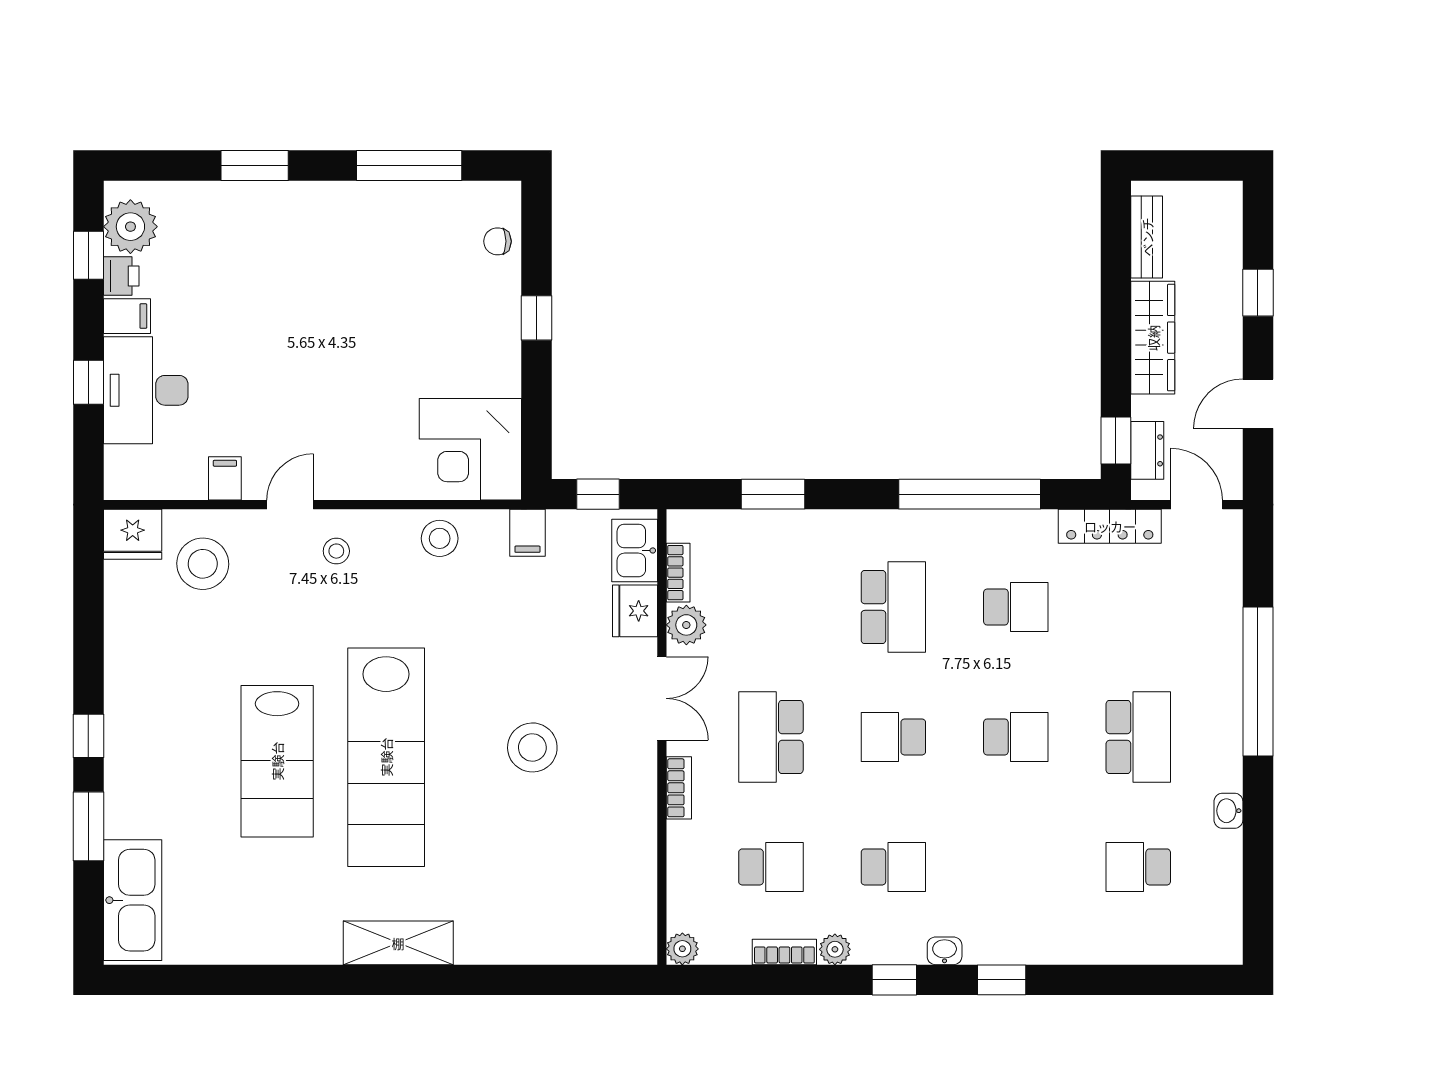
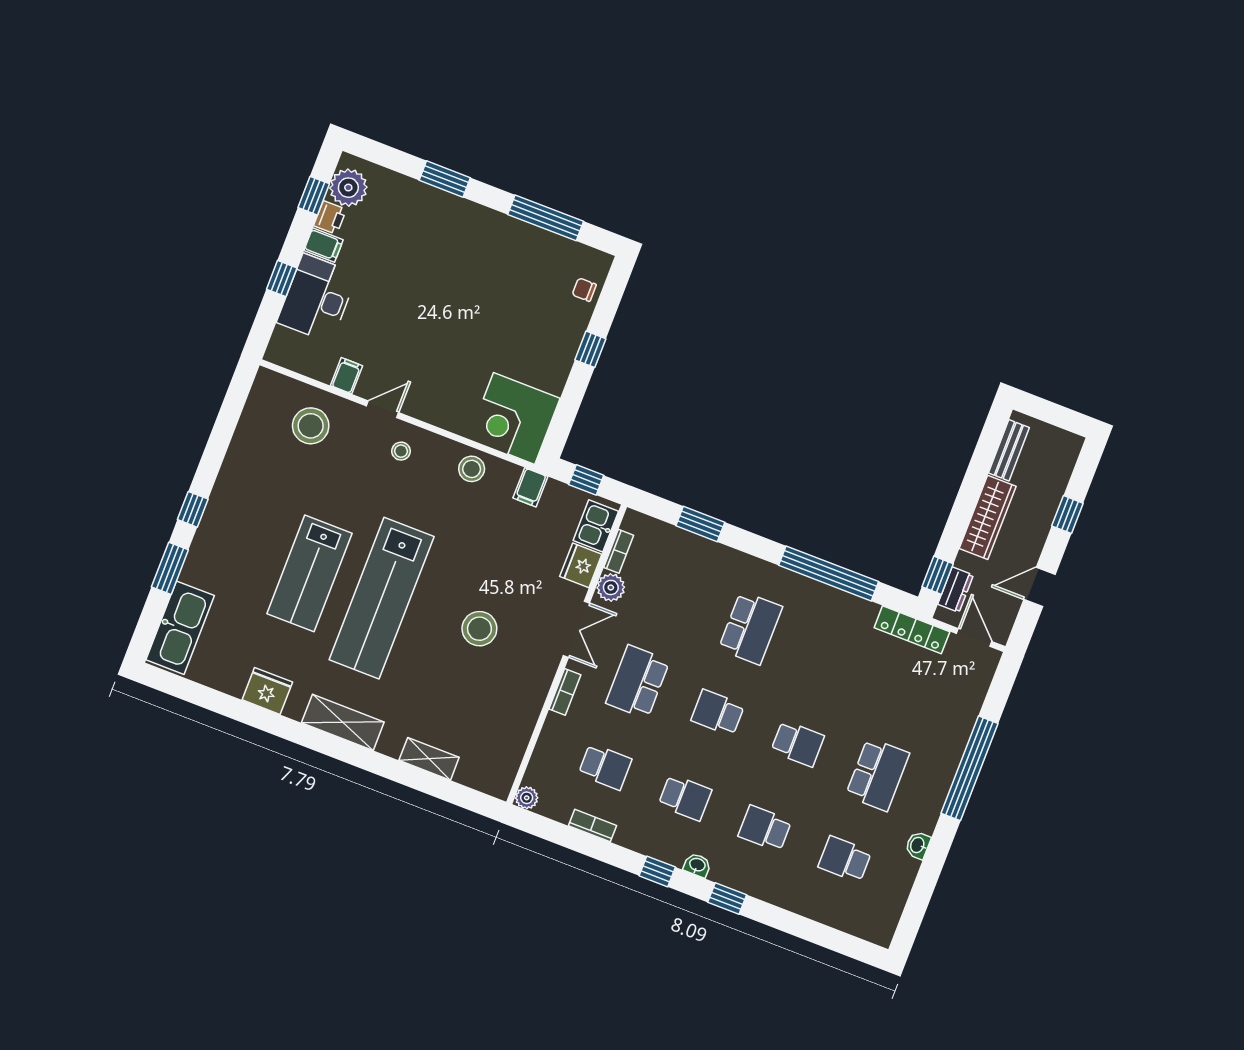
fridge: (133, 534) -> (267, 691), moved, turned 180
school desk: (1016, 607) -> (765, 828), moved, turned 180
shelving: (532, 947) -> (429, 759), added
plant: (835, 949) -> (626, 837), removed

